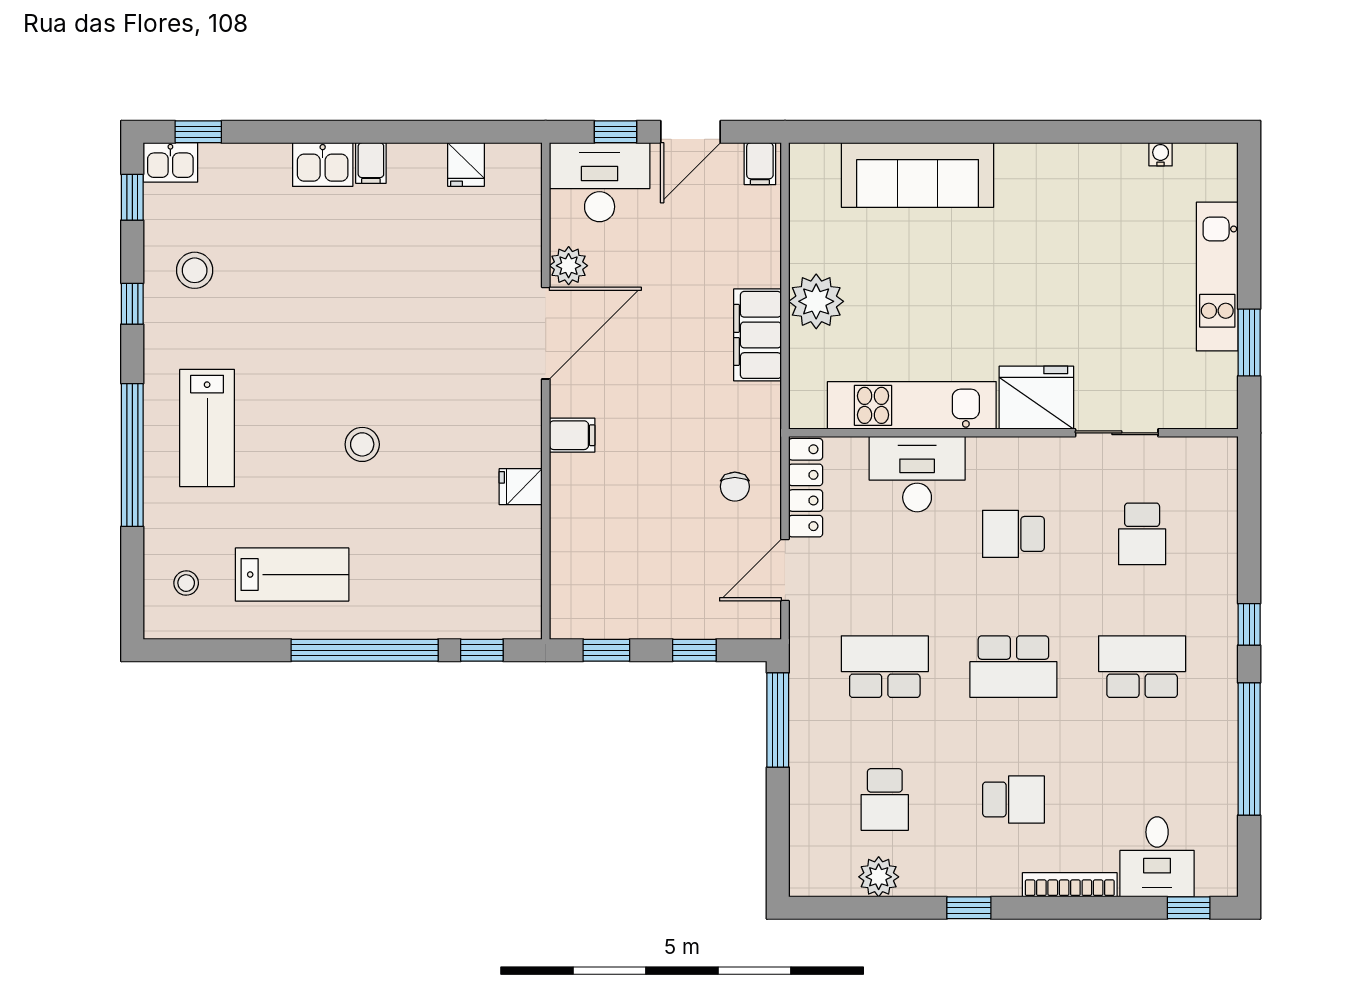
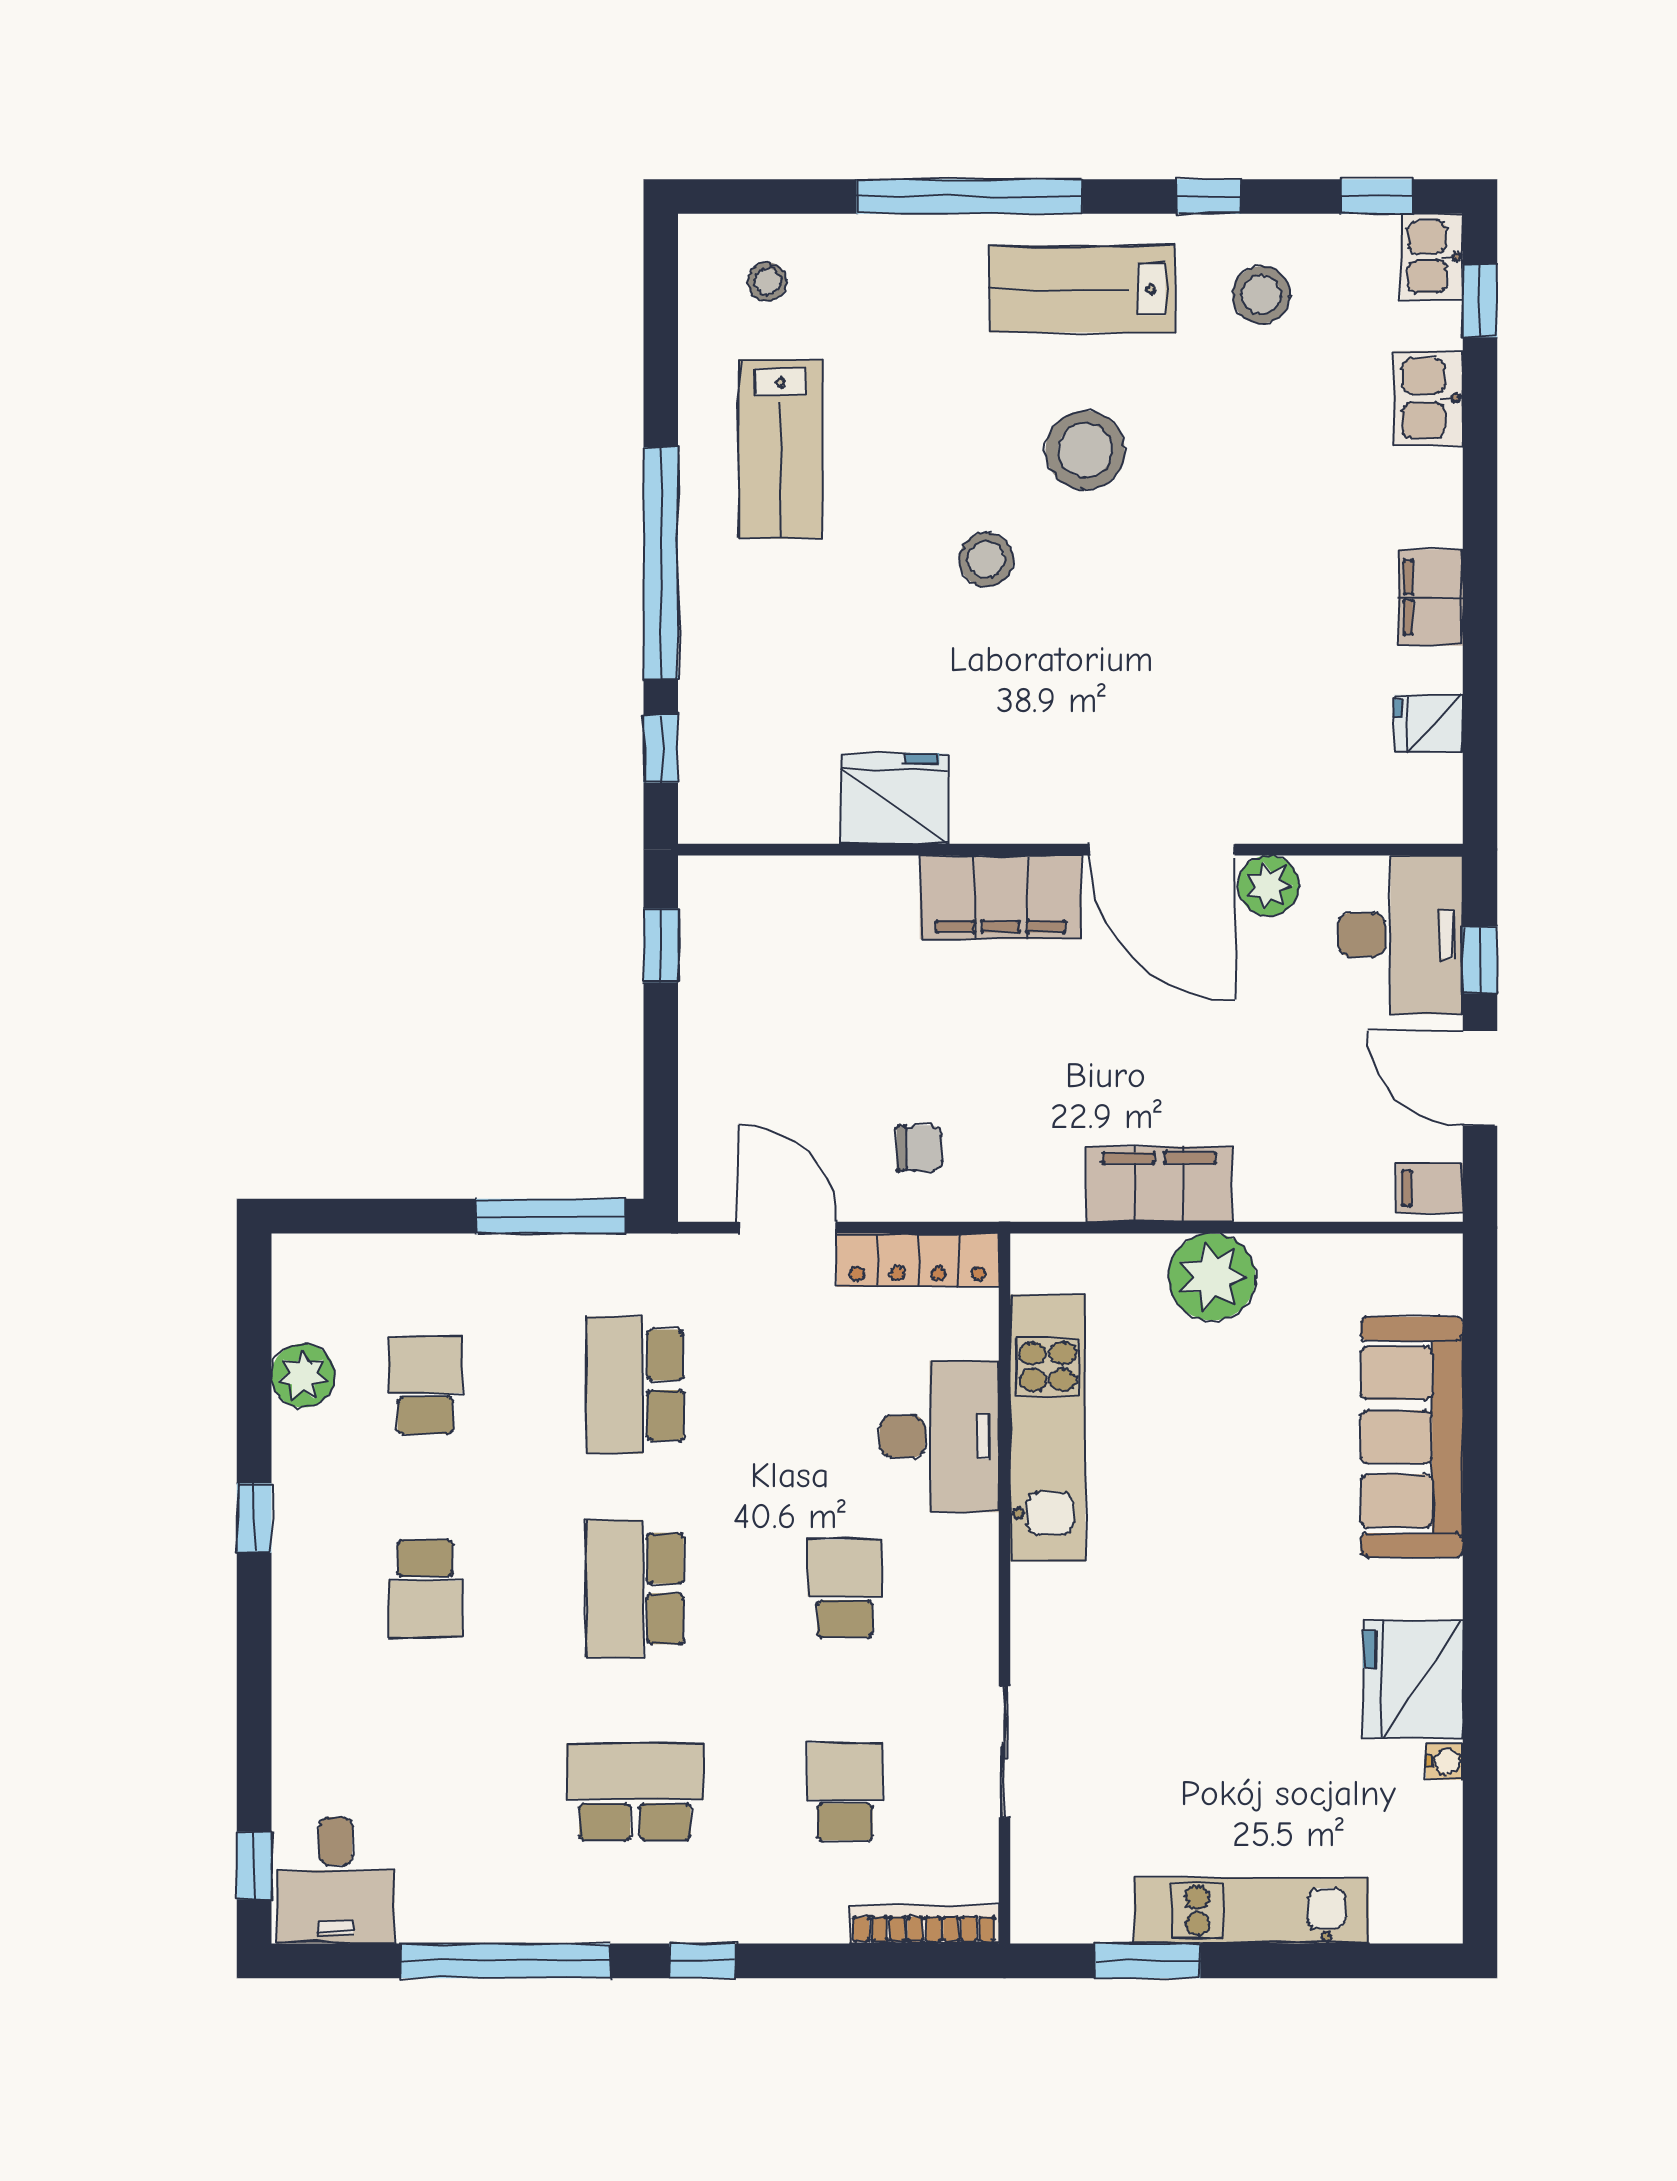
water cooler: (1161, 154) -> (1444, 1761), moved
filing cabinet: (371, 163) -> (1431, 597), width x2.00
kitchen sink: (323, 165) -> (1428, 398), moved
stool: (293, 382) -> (1085, 450), added
fridge: (1036, 398) -> (1413, 1680), moved, turned 180
lab bench: (207, 428) -> (1082, 289), moved
filing cabinet: (572, 435) -> (1001, 897), width x3.00, depth x1.17
fridge: (521, 487) -> (894, 798), width x1.88, depth x1.34
chair: (735, 487) -> (919, 1148), turned 180
school desk: (1142, 534) -> (845, 1792), turned 90
window: (694, 650) -> (661, 1084), removed
school desk: (885, 667) -> (635, 1385), turned 180
school desk: (1142, 667) -> (635, 1792), turned -90
school desk: (885, 799) -> (425, 1385), turned 90
desk: (1157, 857) -> (336, 1880), moved, turned -90
bookcase: (1070, 885) -> (924, 1925), moved, turned -90

